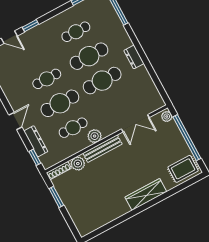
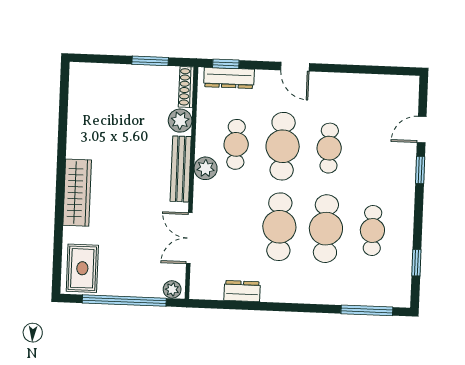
dresser: (134, 57) -> (242, 291), moved
dresser: (36, 141) -> (229, 78), moved

